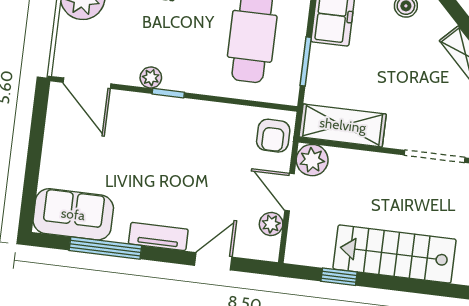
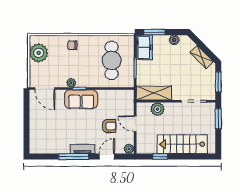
armchair: (273, 136) -> (109, 126), moved, turned -90
plant: (312, 160) -> (157, 109), moved
sofa: (73, 214) -> (81, 99), moved, turned 180
plant: (271, 224) -> (129, 149), moved
window: (105, 248) -> (74, 157), moved

